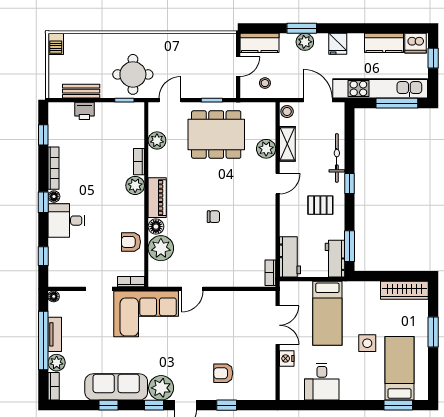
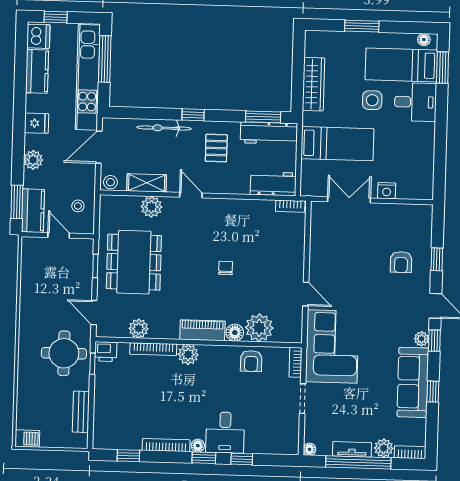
window: (302, 28) -> (17, 202), moved
printer: (84, 111) -> (106, 352), moved, turned 90
bookcase: (139, 162) -> (153, 349), width x1.56
window: (43, 256) -> (242, 459), moved
workbench: (335, 259) -> (269, 133), width x1.38
wardrobe: (404, 290) -> (313, 84), moved
desk: (322, 382) -> (415, 102), moved
plant: (161, 388) -> (422, 339), width x0.53, depth x0.53
floor lamp: (423, 388) -> (424, 40), added

